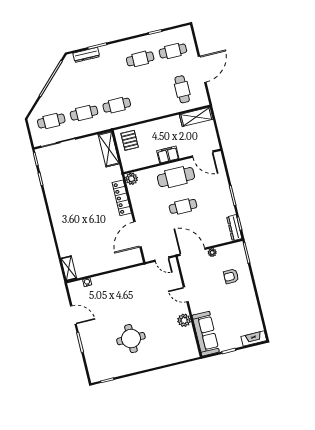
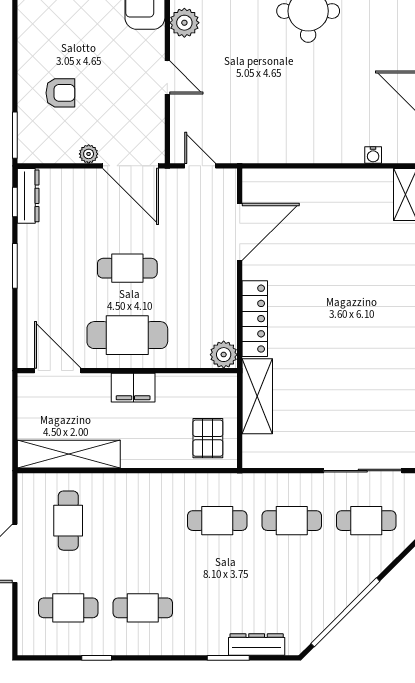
shelving: (196, 117) -> (69, 454), width x1.47
shelving: (109, 149) -> (257, 396), moved

